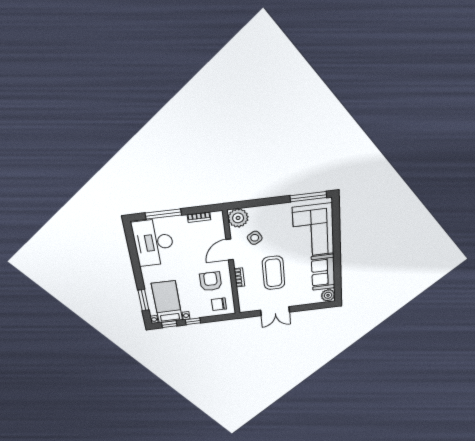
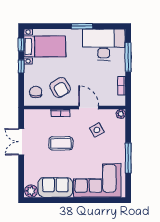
window: (308, 197) -> (128, 158), moved
plant: (238, 218) -> (121, 114), width x0.53, depth x0.53
coffee table: (274, 273) -> (61, 143), width x0.73, depth x0.76
armchair: (211, 281) -> (60, 88), turned 60
window: (143, 300) -> (82, 26), moved

